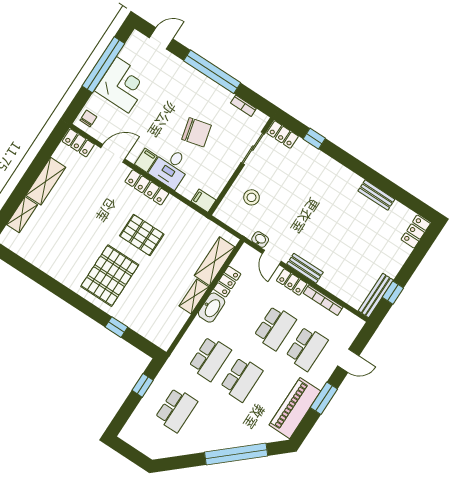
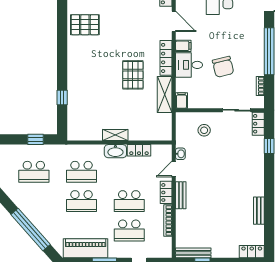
shelving: (215, 261) -> (165, 95), moved, turned 90
pallet: (110, 276) -> (85, 25), moved, width x0.73, depth x0.71

